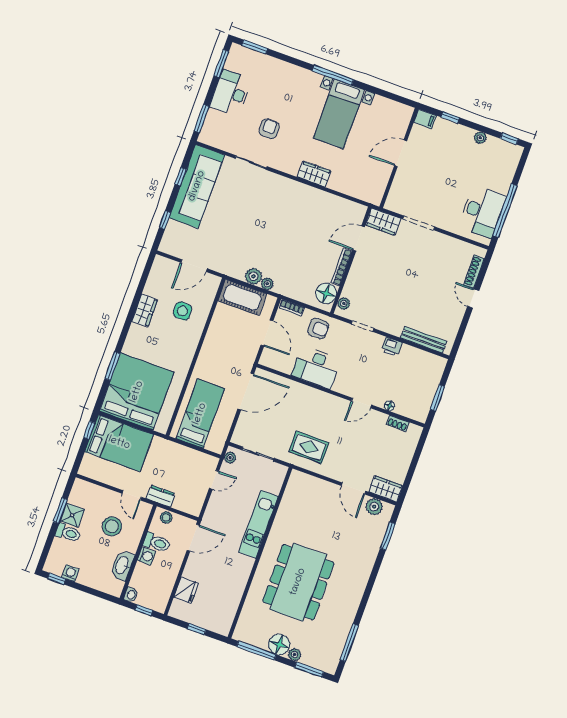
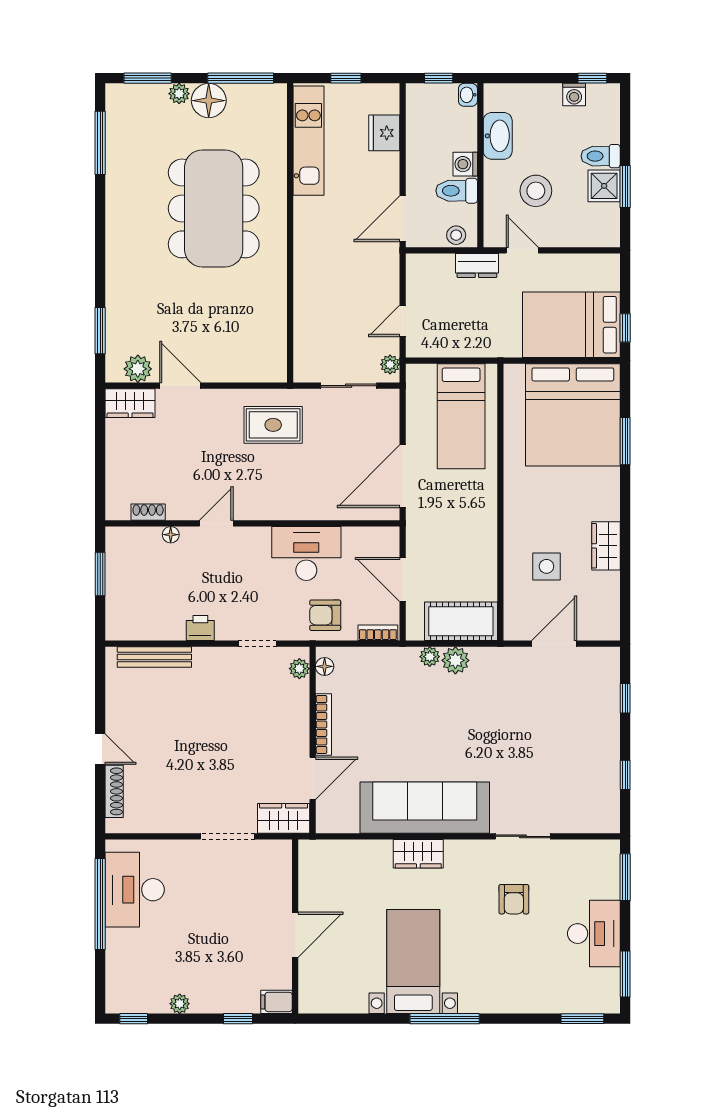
sofa: (197, 186) -> (425, 808), moved, turned 90
floor lamp: (326, 293) -> (325, 666), width x0.53, depth x0.53
kitchen unit: (258, 524) -> (308, 141), moved

